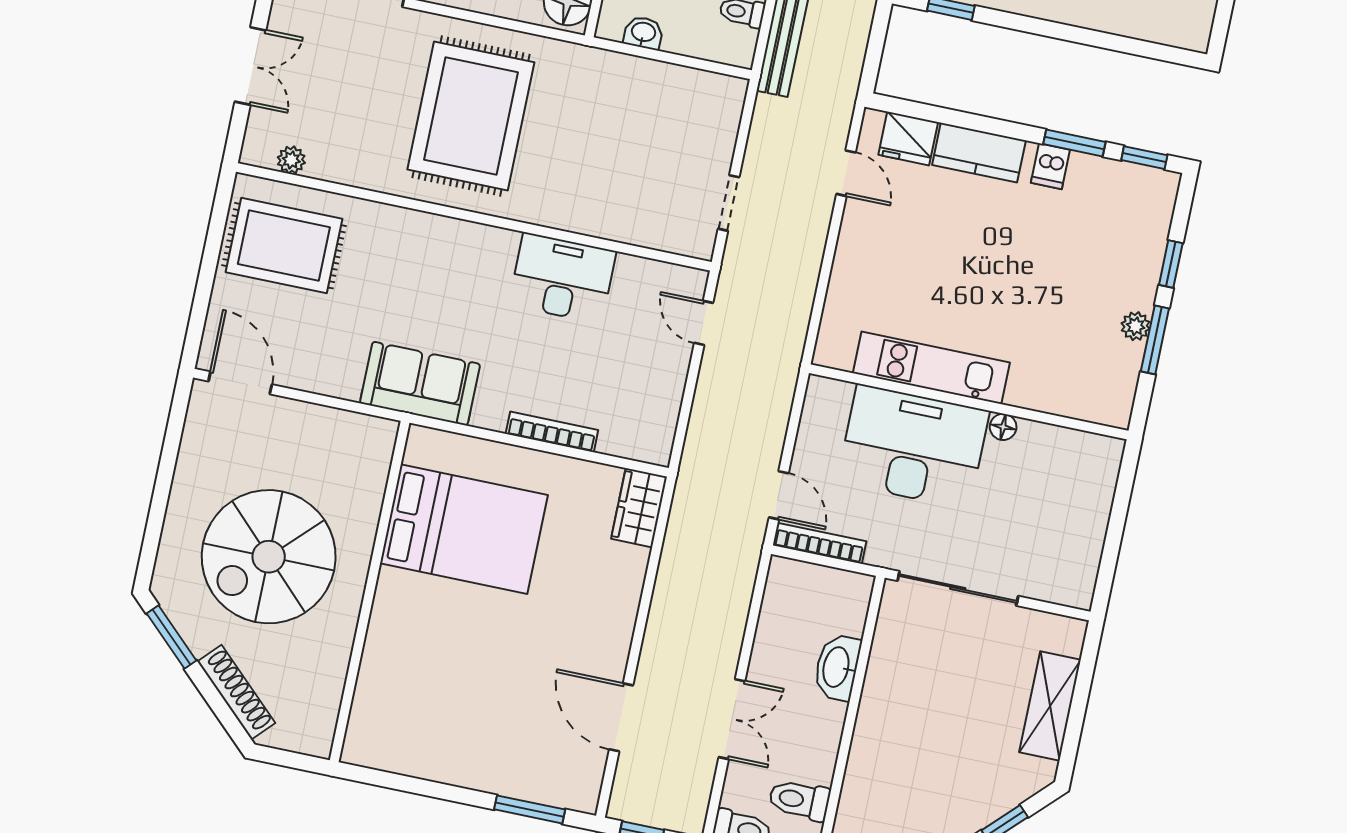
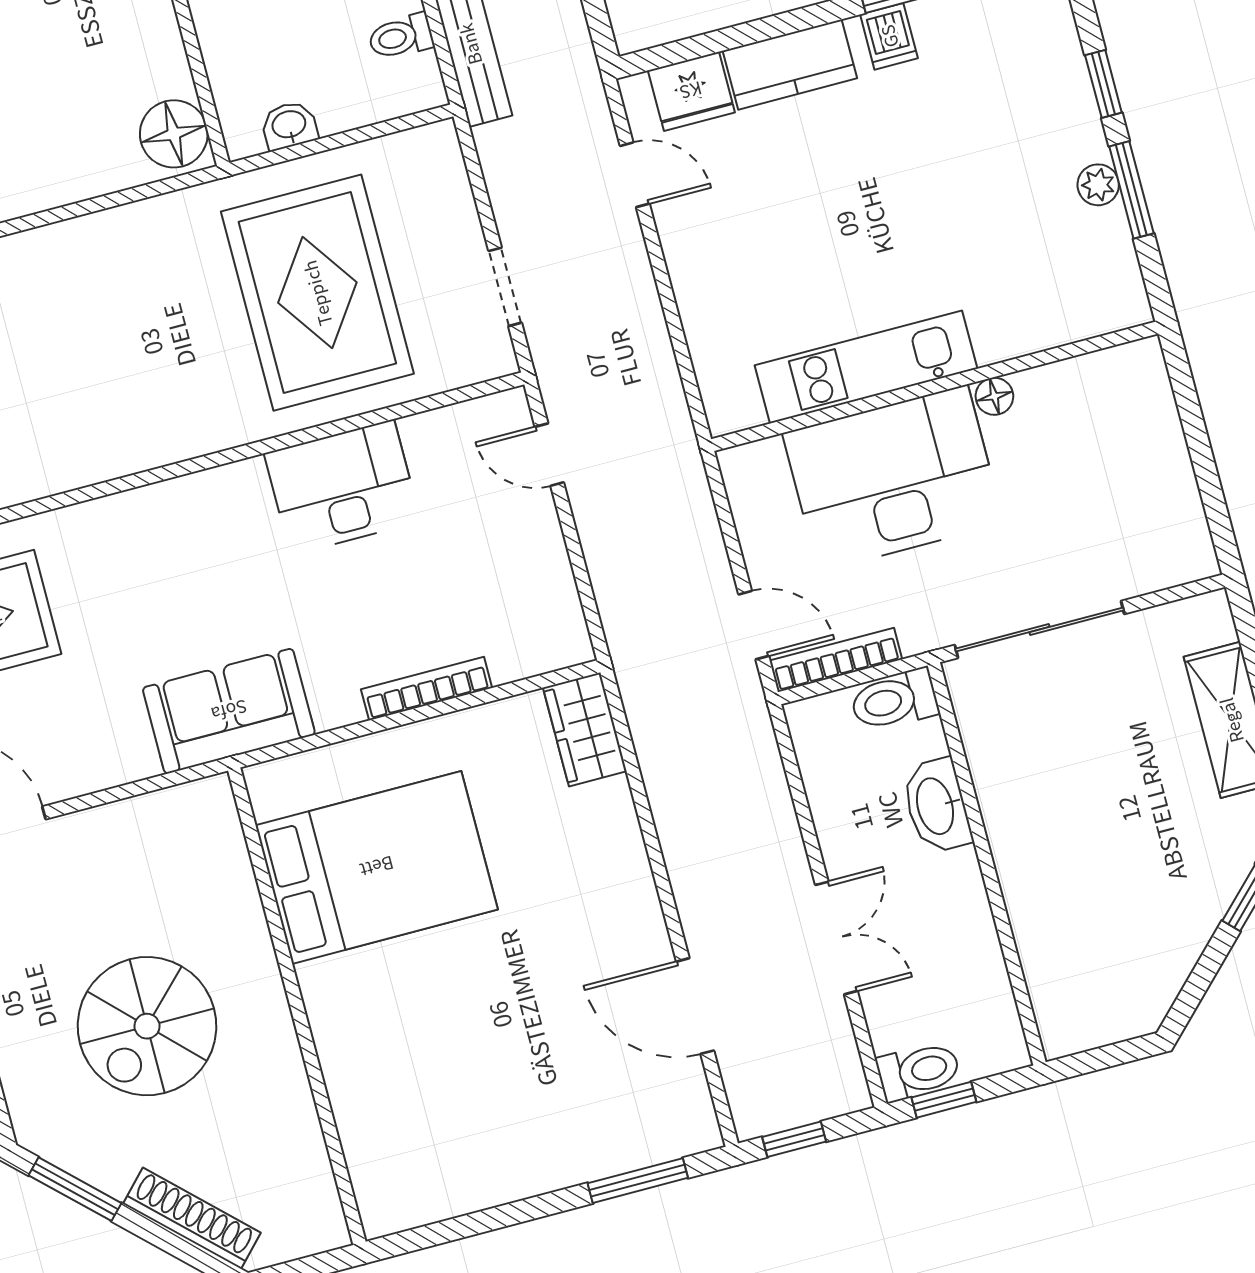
rug: (471, 116) -> (317, 293), moved
spiral stairs: (269, 557) -> (147, 1026), width x0.73, depth x0.73
toilet: (799, 800) -> (894, 700), moved

